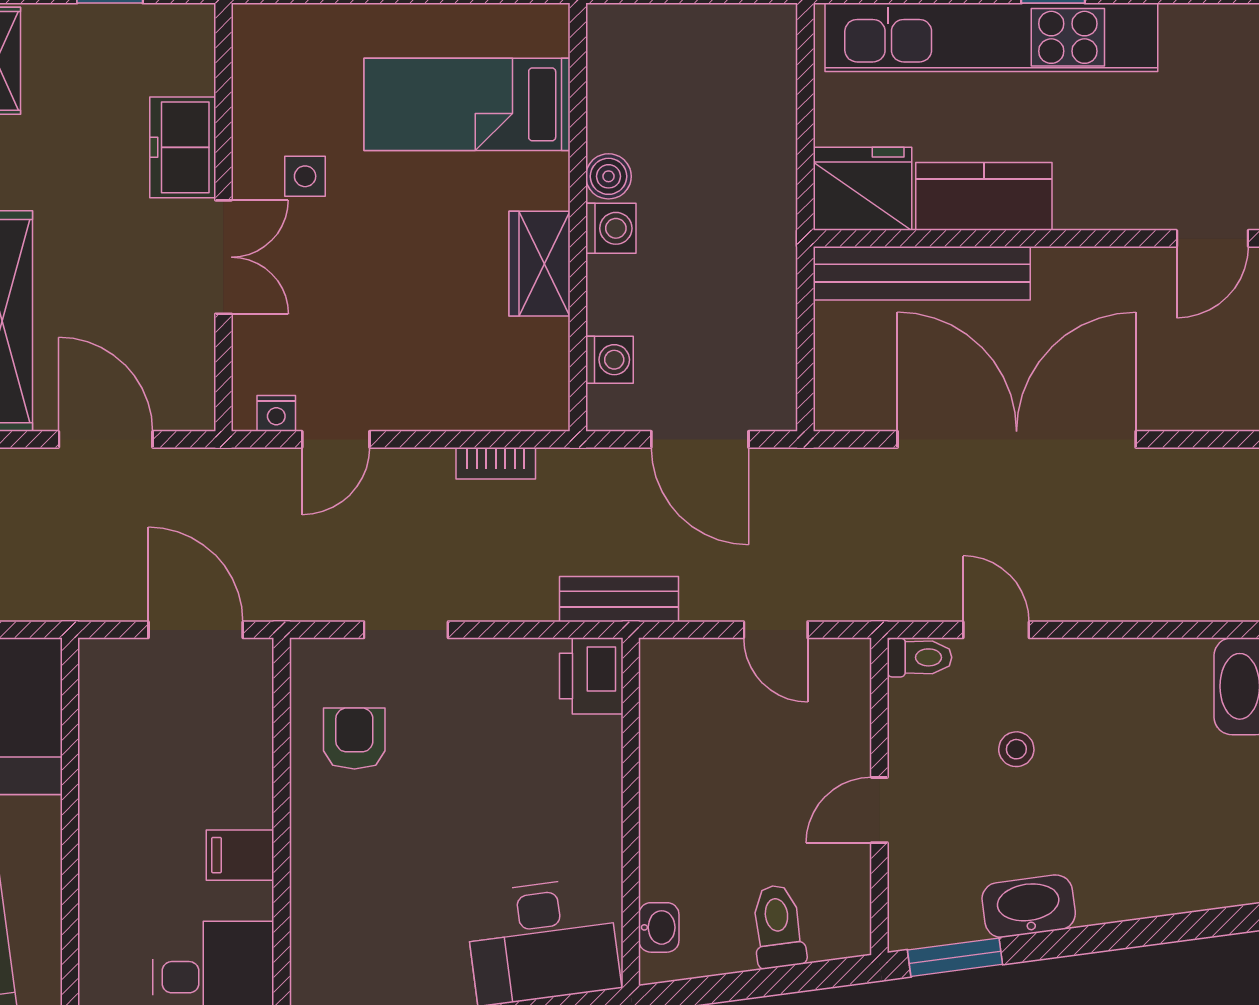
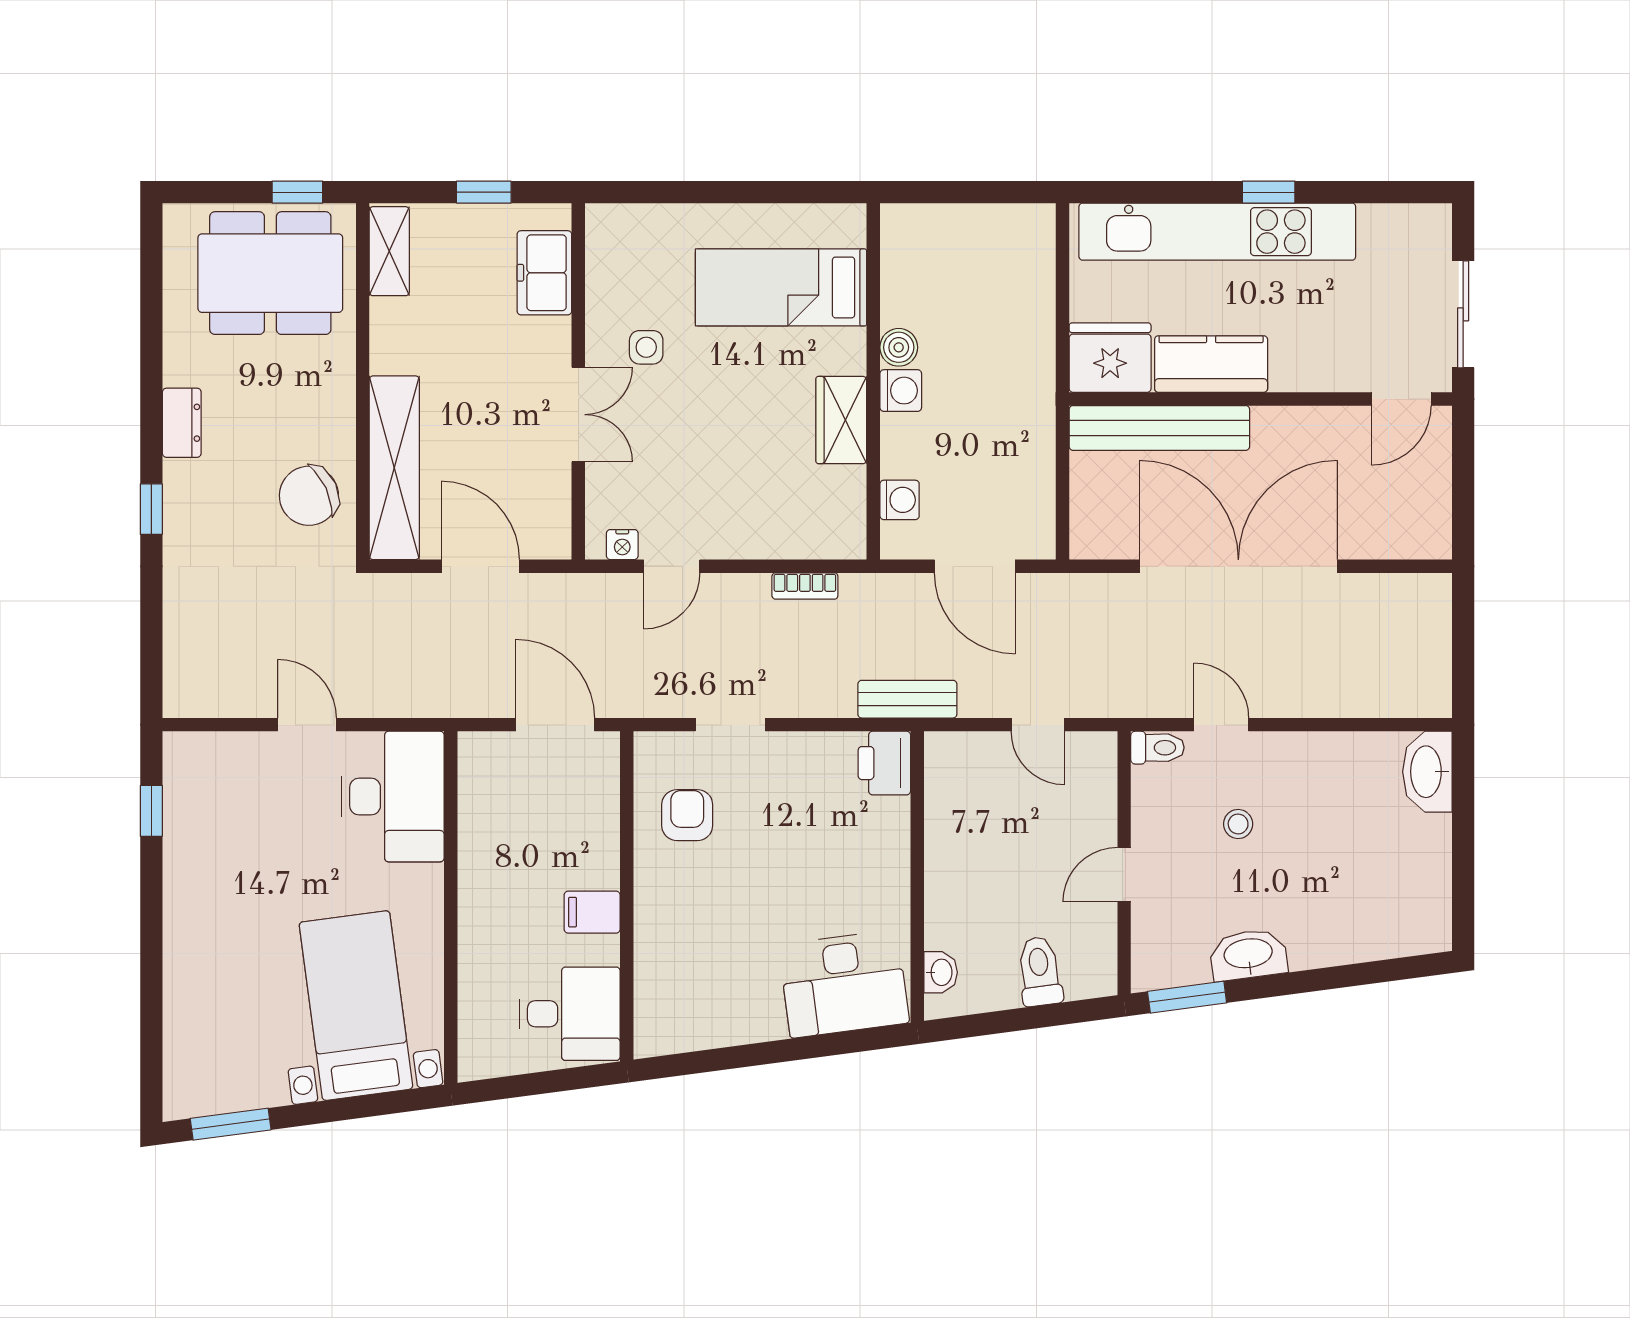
freezer: (183, 147) -> (544, 273), moved

